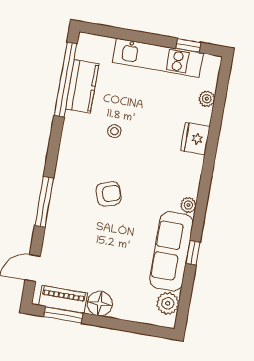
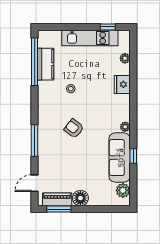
armchair: (109, 194) -> (74, 128), turned -124

